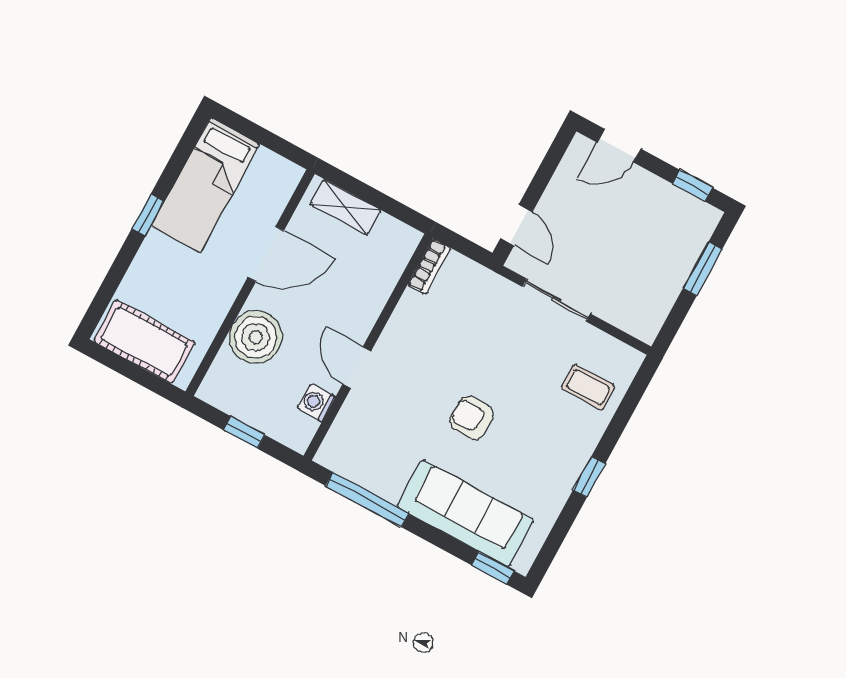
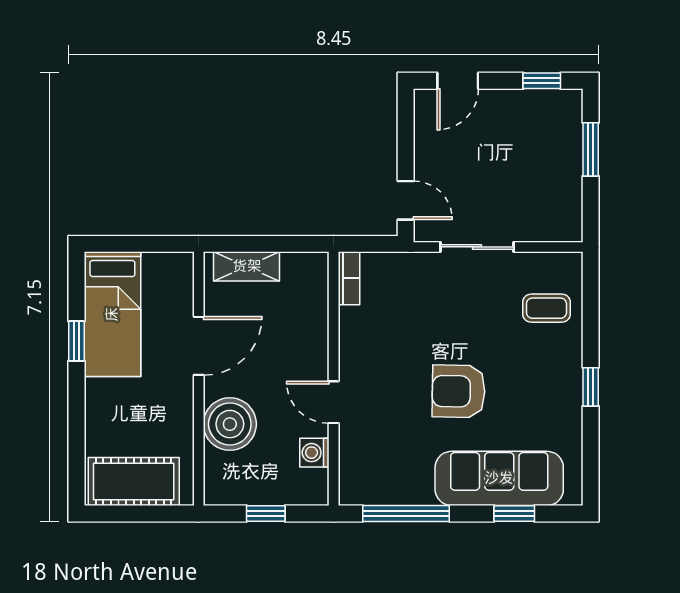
window: (148, 215) -> (76, 341), moved
armchair: (472, 418) -> (459, 391), width x1.38, depth x1.38
window: (493, 568) -> (514, 513), moved

